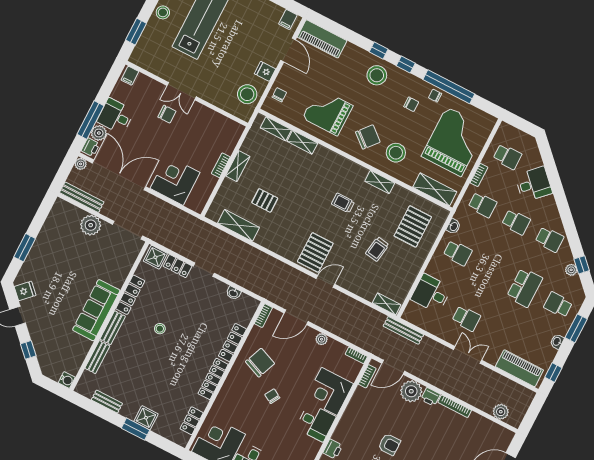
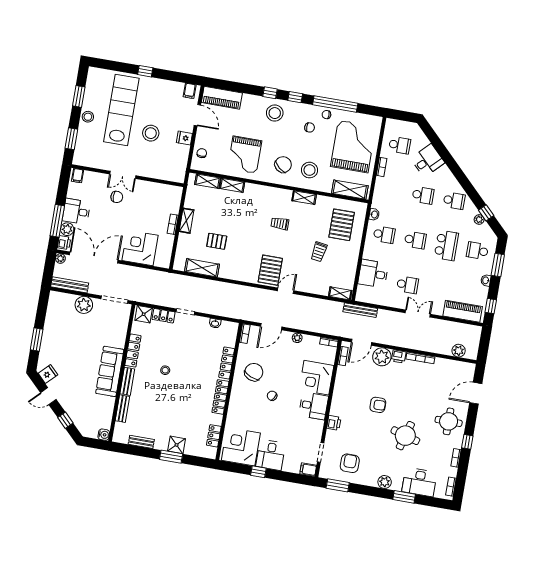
stool: (247, 94) -> (151, 133), moved
grand piano: (328, 112) -> (245, 155), turned -90
school desk: (482, 205) -> (415, 240), moved

